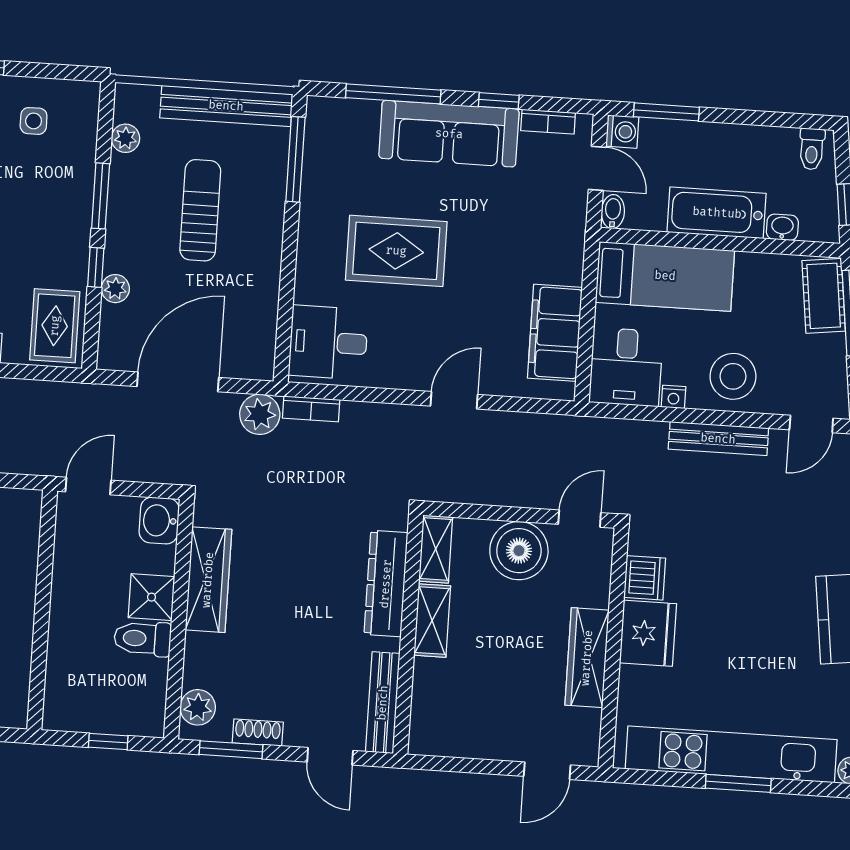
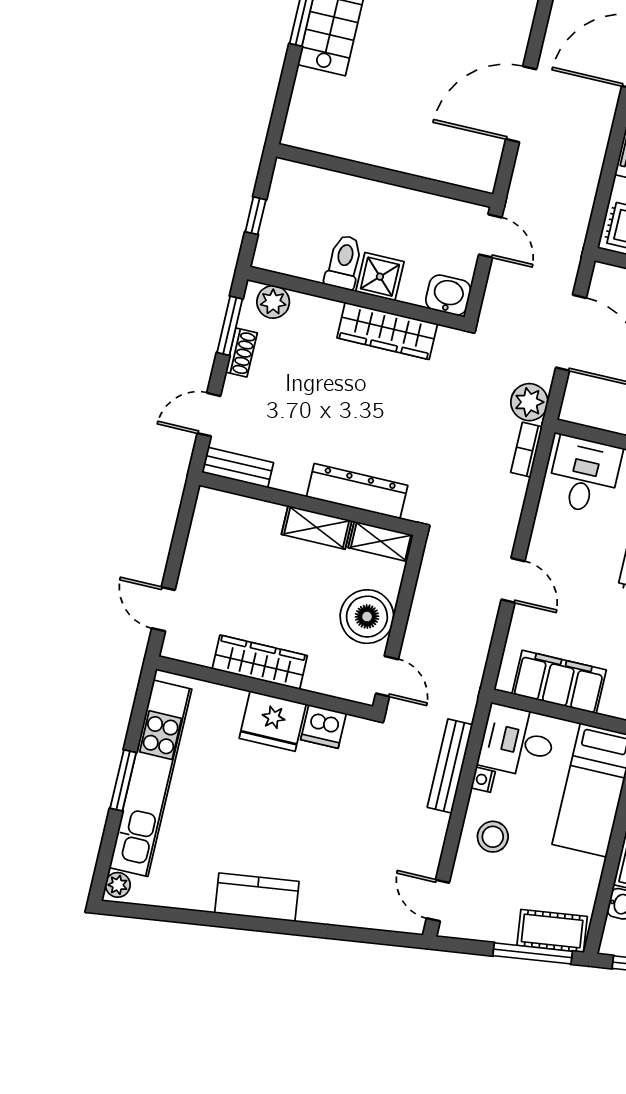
stool: (733, 376) -> (493, 837), width x0.73, depth x0.73
bench: (718, 439) -> (450, 766), moved
bench: (383, 703) -> (238, 467), width x0.73

